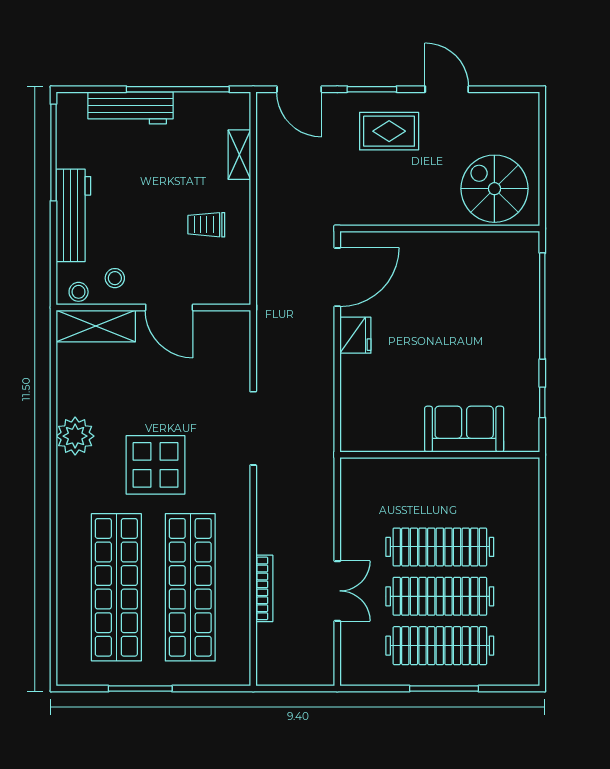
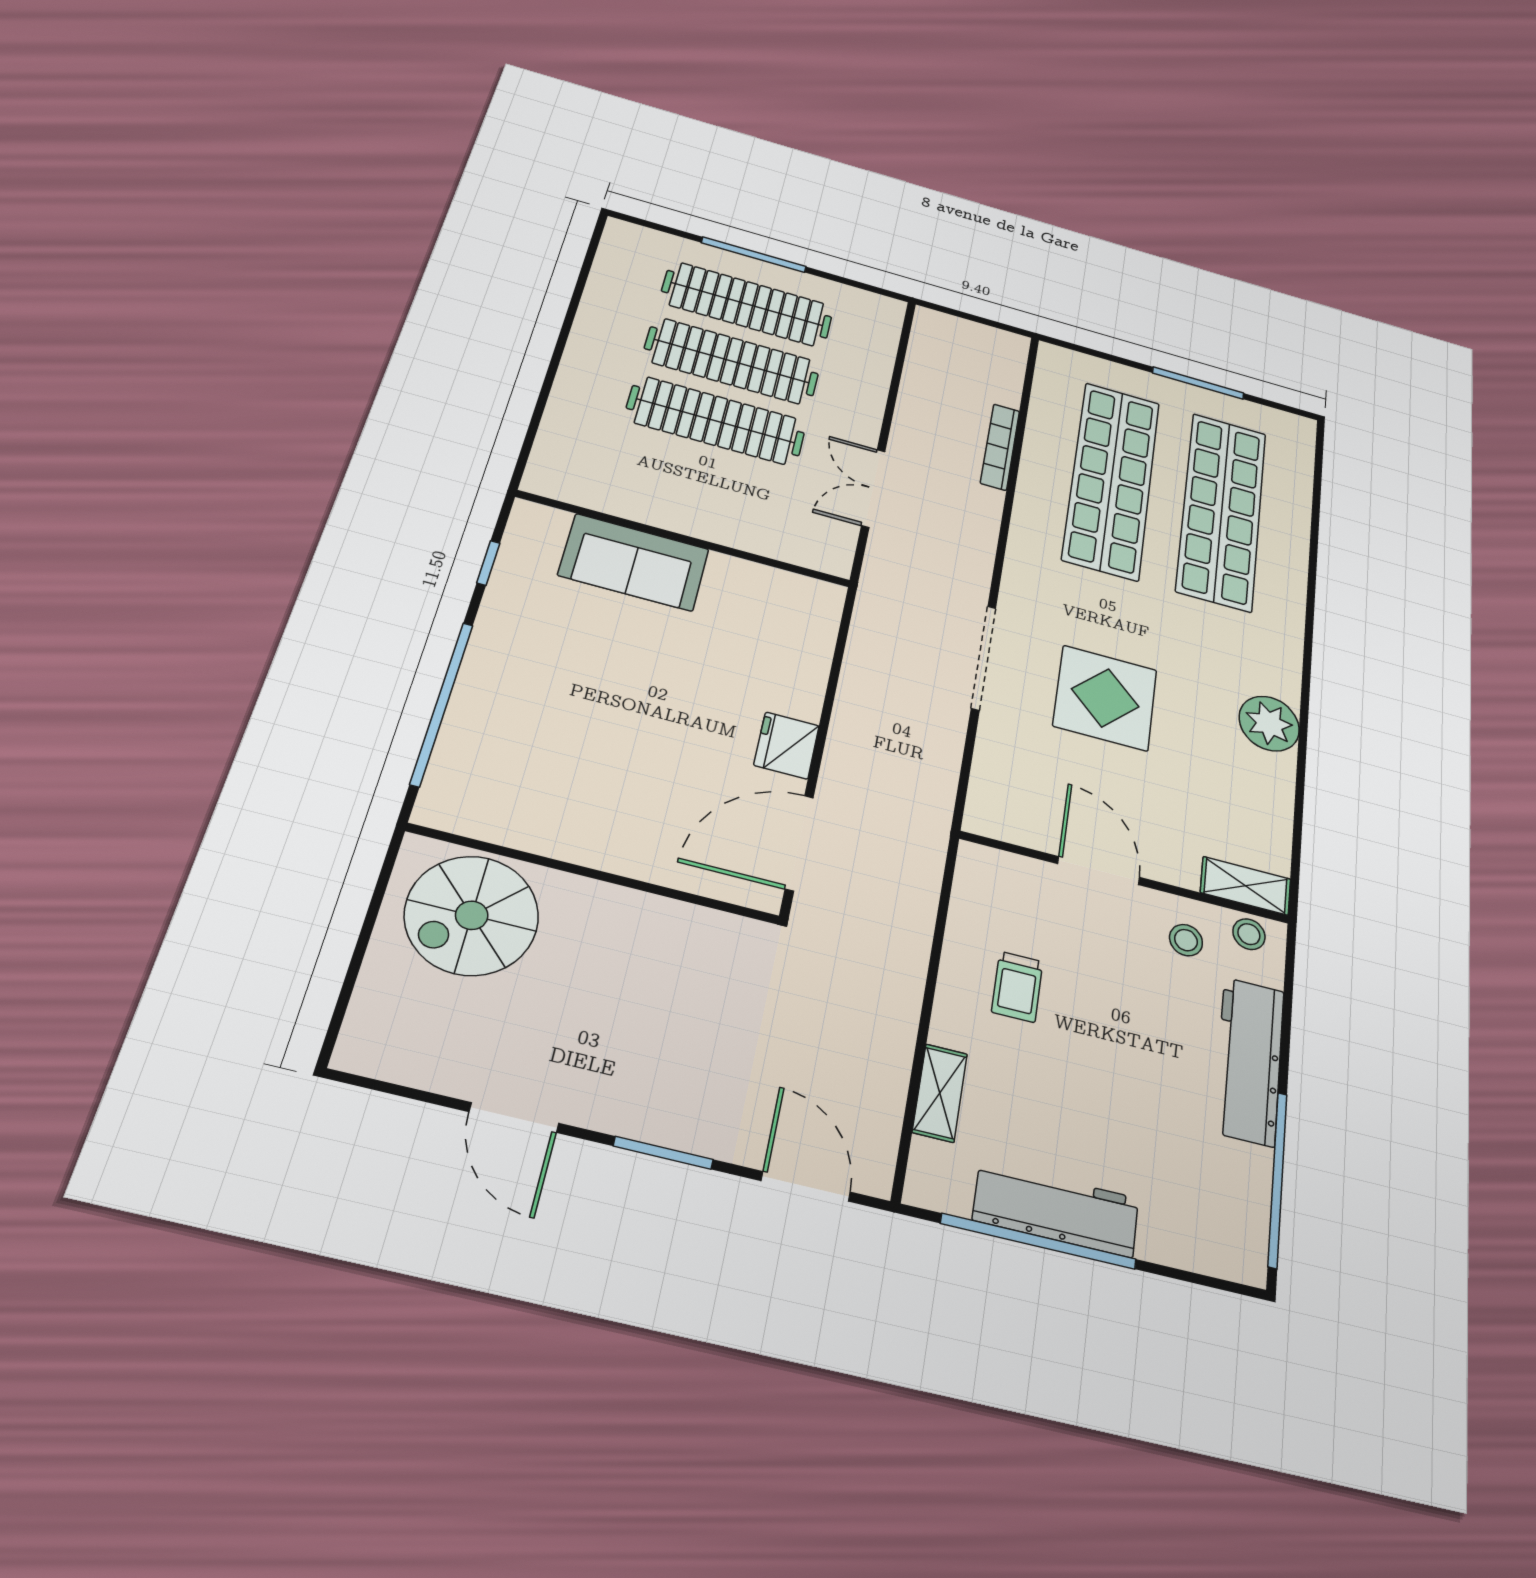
workbench: (130, 108) -> (1056, 1209), moved
rug: (389, 131) -> (648, 1067), removed
spiral stairs: (494, 189) -> (472, 915), turned 90
trolley: (206, 225) -> (1017, 987), turned 90
shelving: (96, 326) -> (1246, 886), width x0.67, depth x0.75
display table: (155, 465) -> (1105, 698), moved
double door: (337, 591) -> (873, 488), moved

